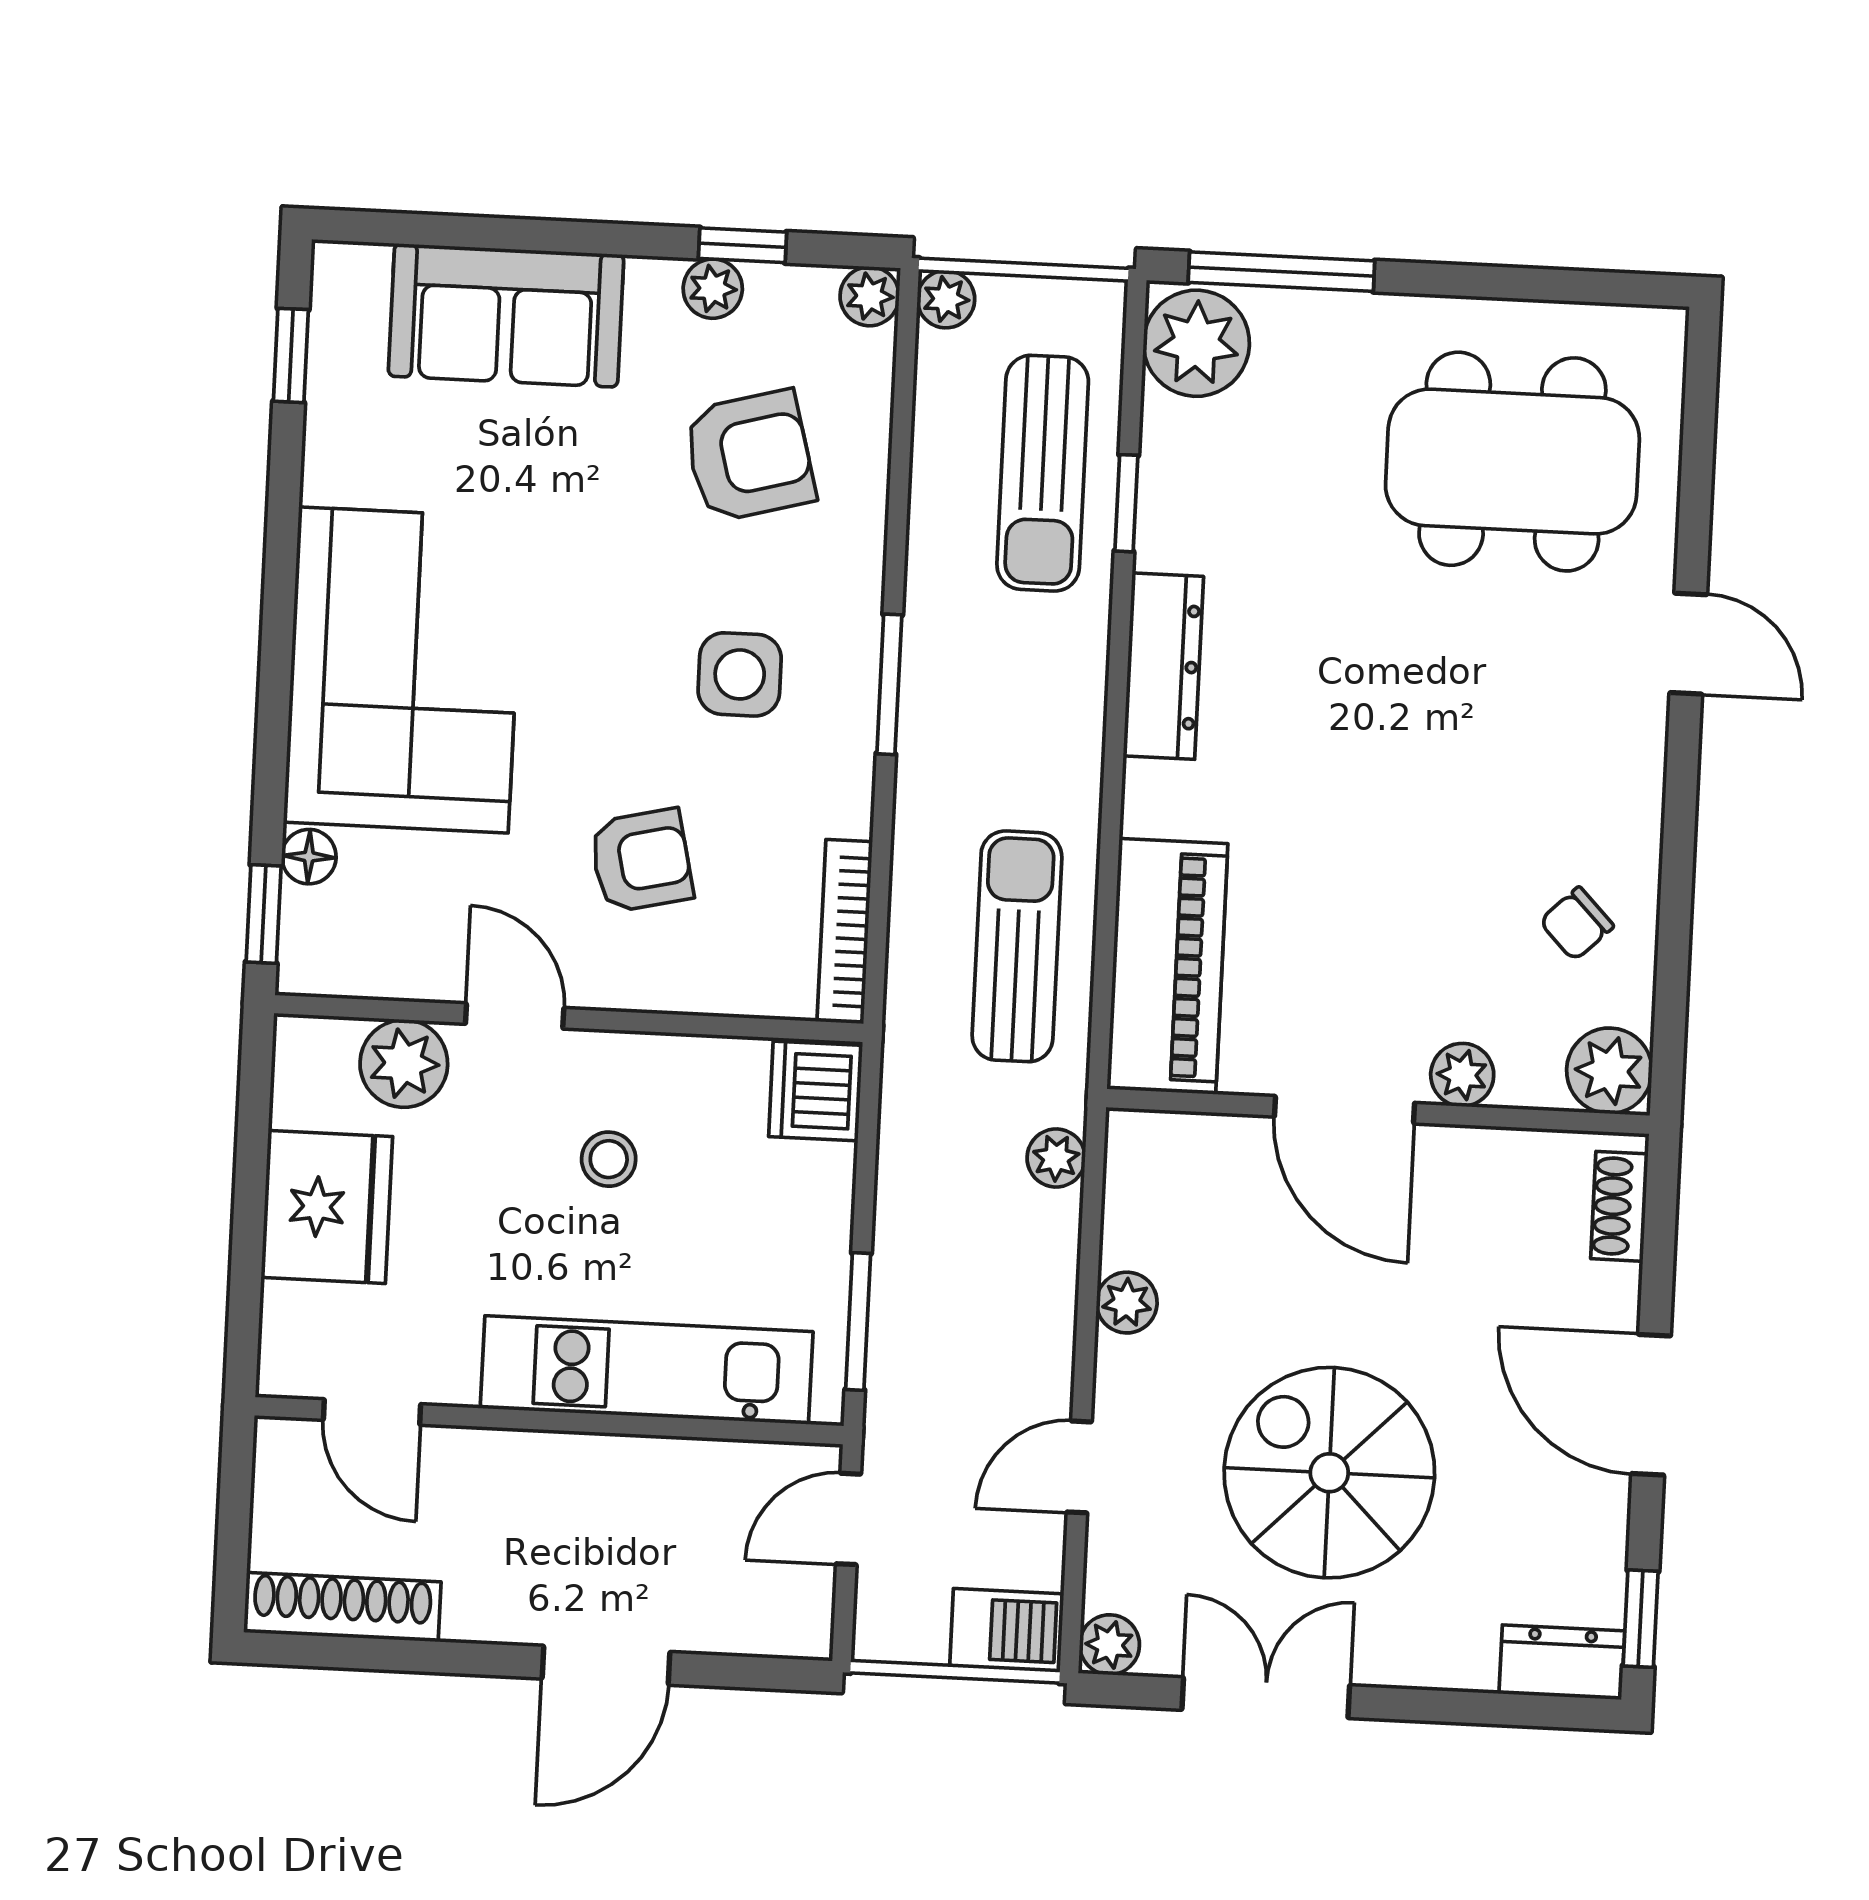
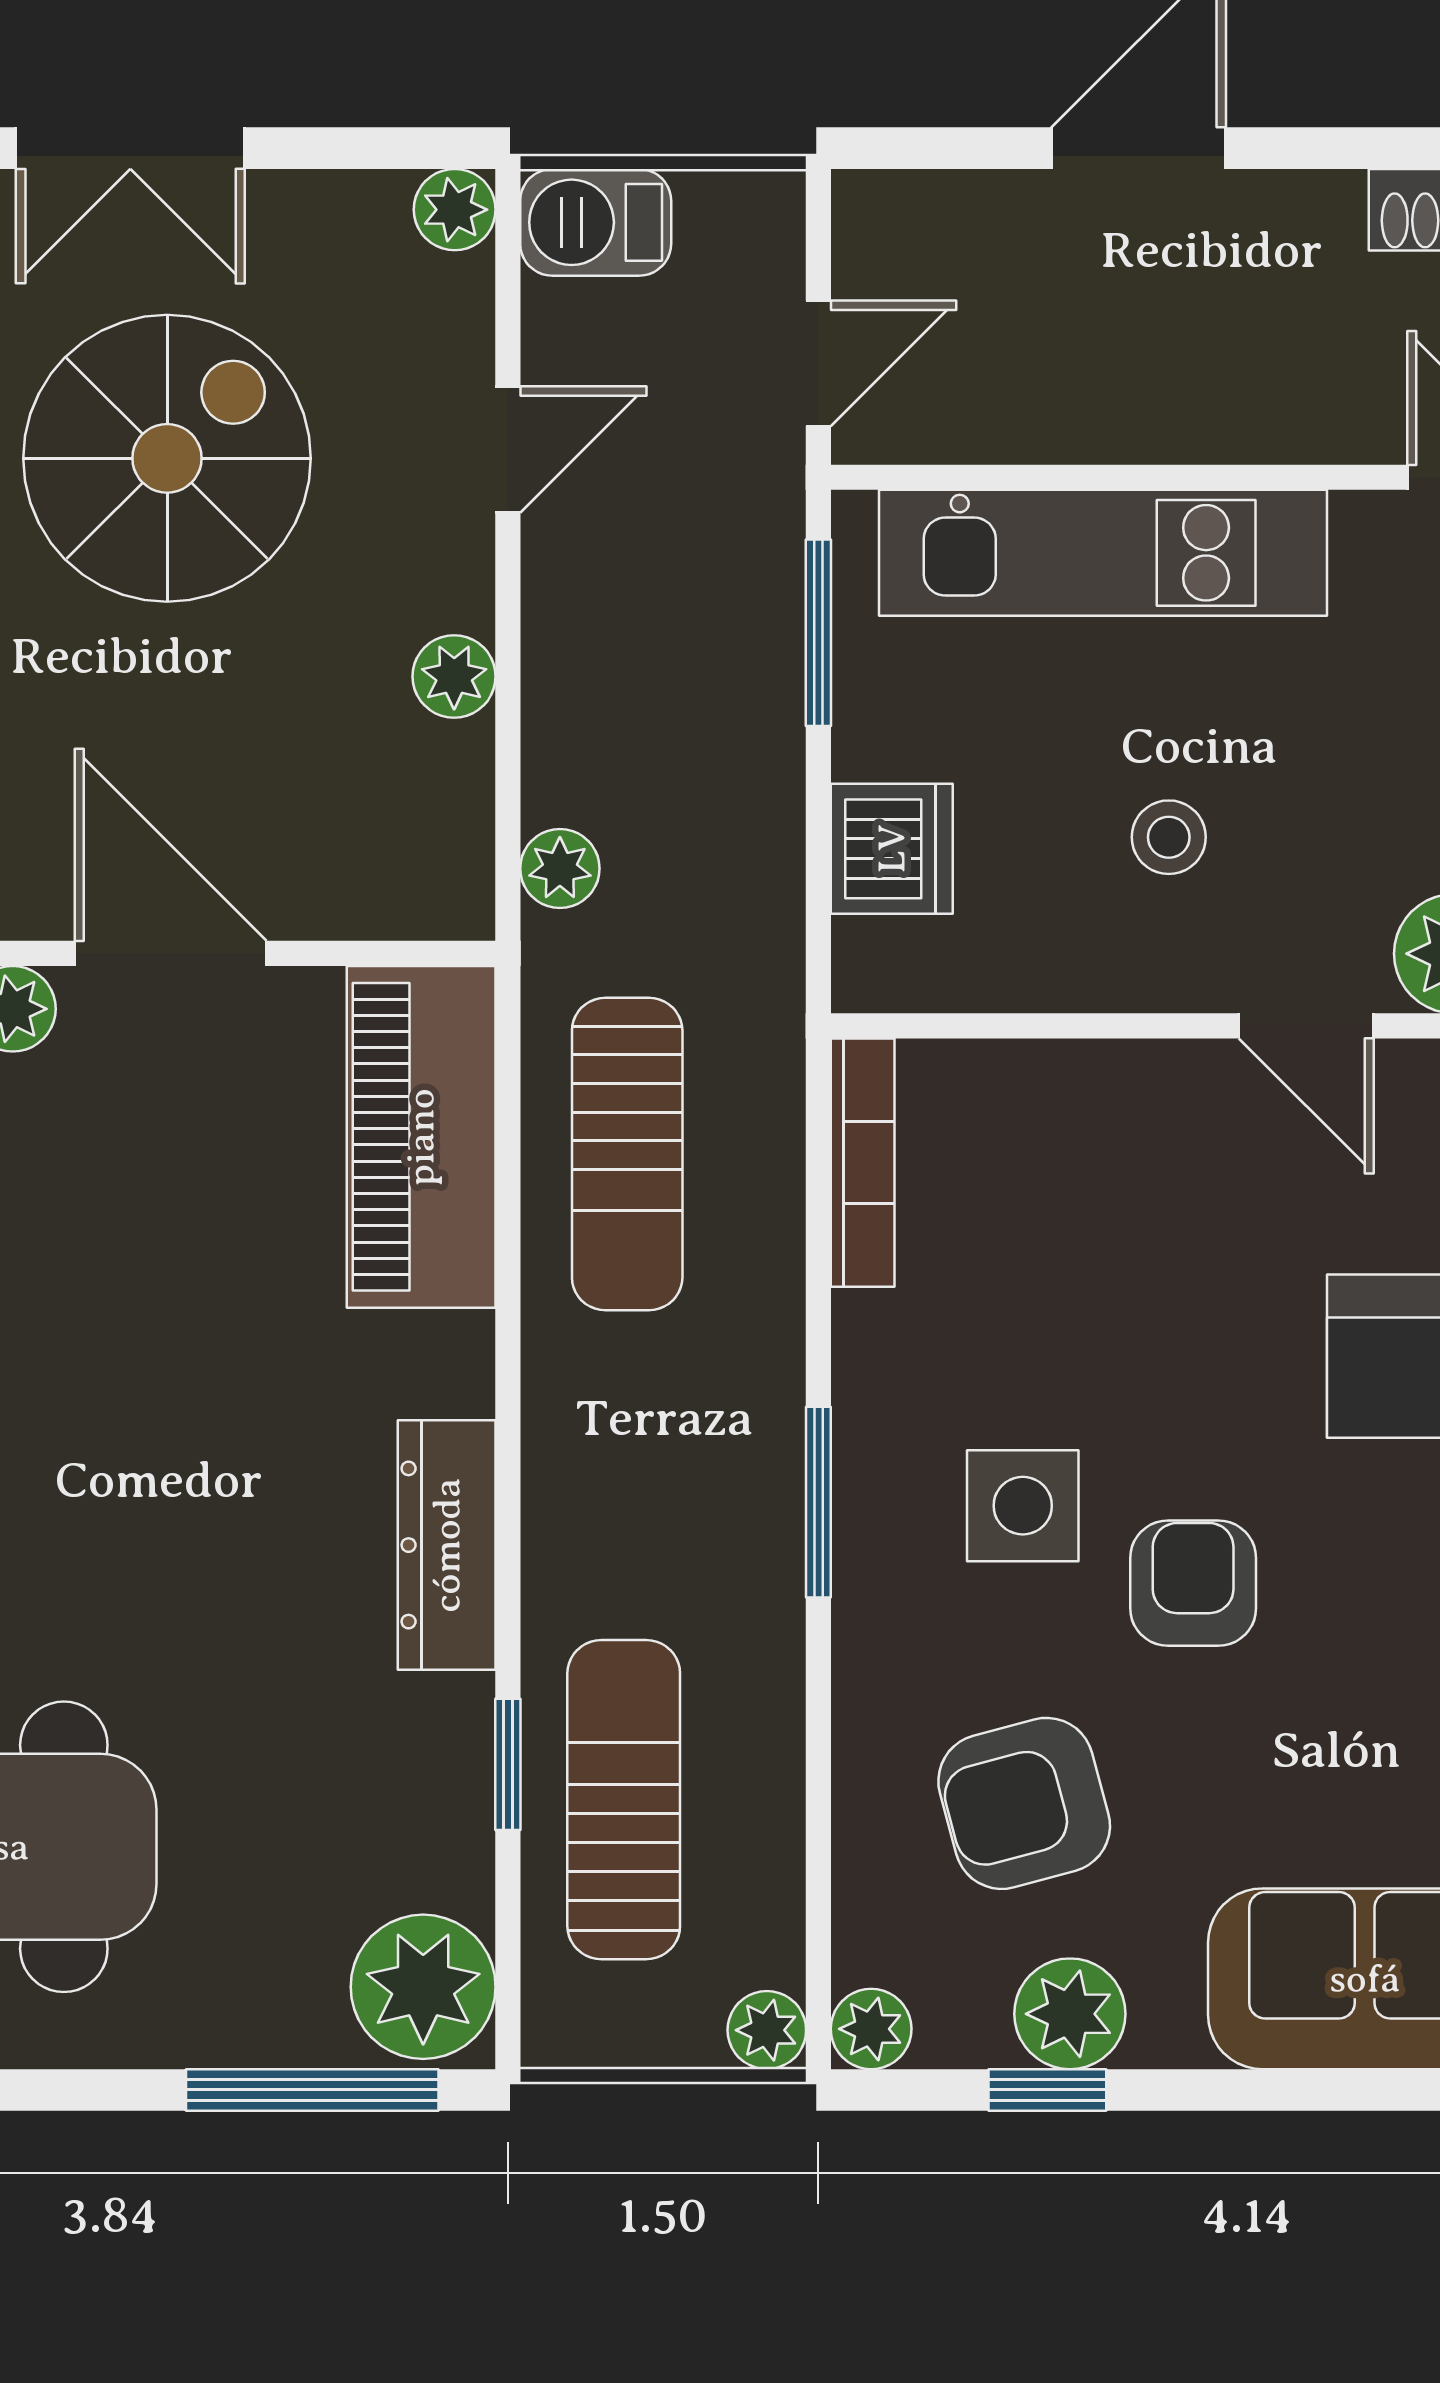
plant: (713, 289) -> (1070, 2014), width x1.38, depth x1.38
armchair: (641, 861) -> (1193, 1583), moved, turned 103
dishwasher: (816, 1091) -> (892, 849), moved
spiral stairs: (1329, 1473) -> (167, 458), turned -90
double door: (1266, 1698) -> (130, 148), moved

